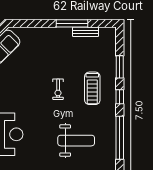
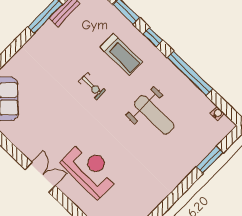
weight bench: (76, 141) -> (154, 115), turned 90

